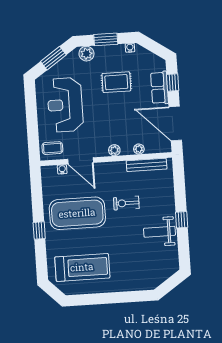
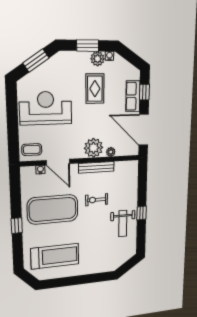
plant: (86, 54) -> (98, 59), moved
rug: (116, 82) -> (95, 89), turned 90
reception desk: (65, 105) -> (46, 108), turned 90
plant: (114, 150) -> (93, 148), width x1.88, depth x1.88
bench: (147, 165) -> (96, 167), moved
weight bench: (160, 232) -> (123, 224), turned -90

